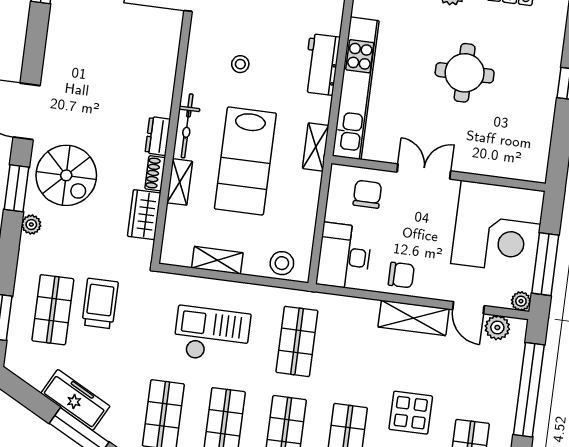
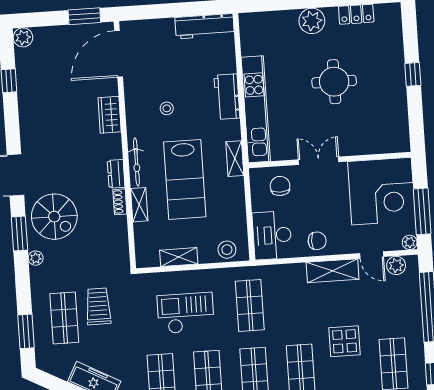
wardrobe: (144, 215) -> (110, 115), moved

